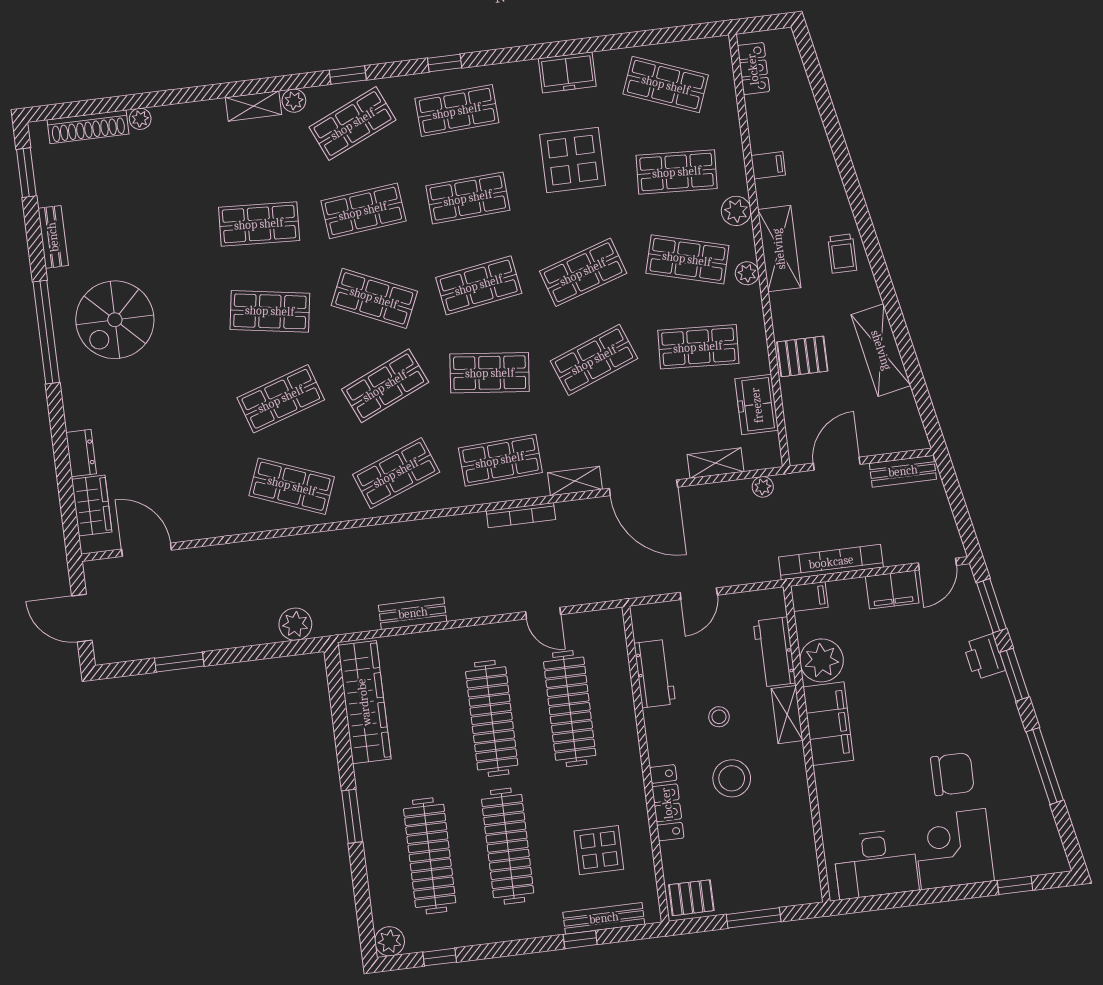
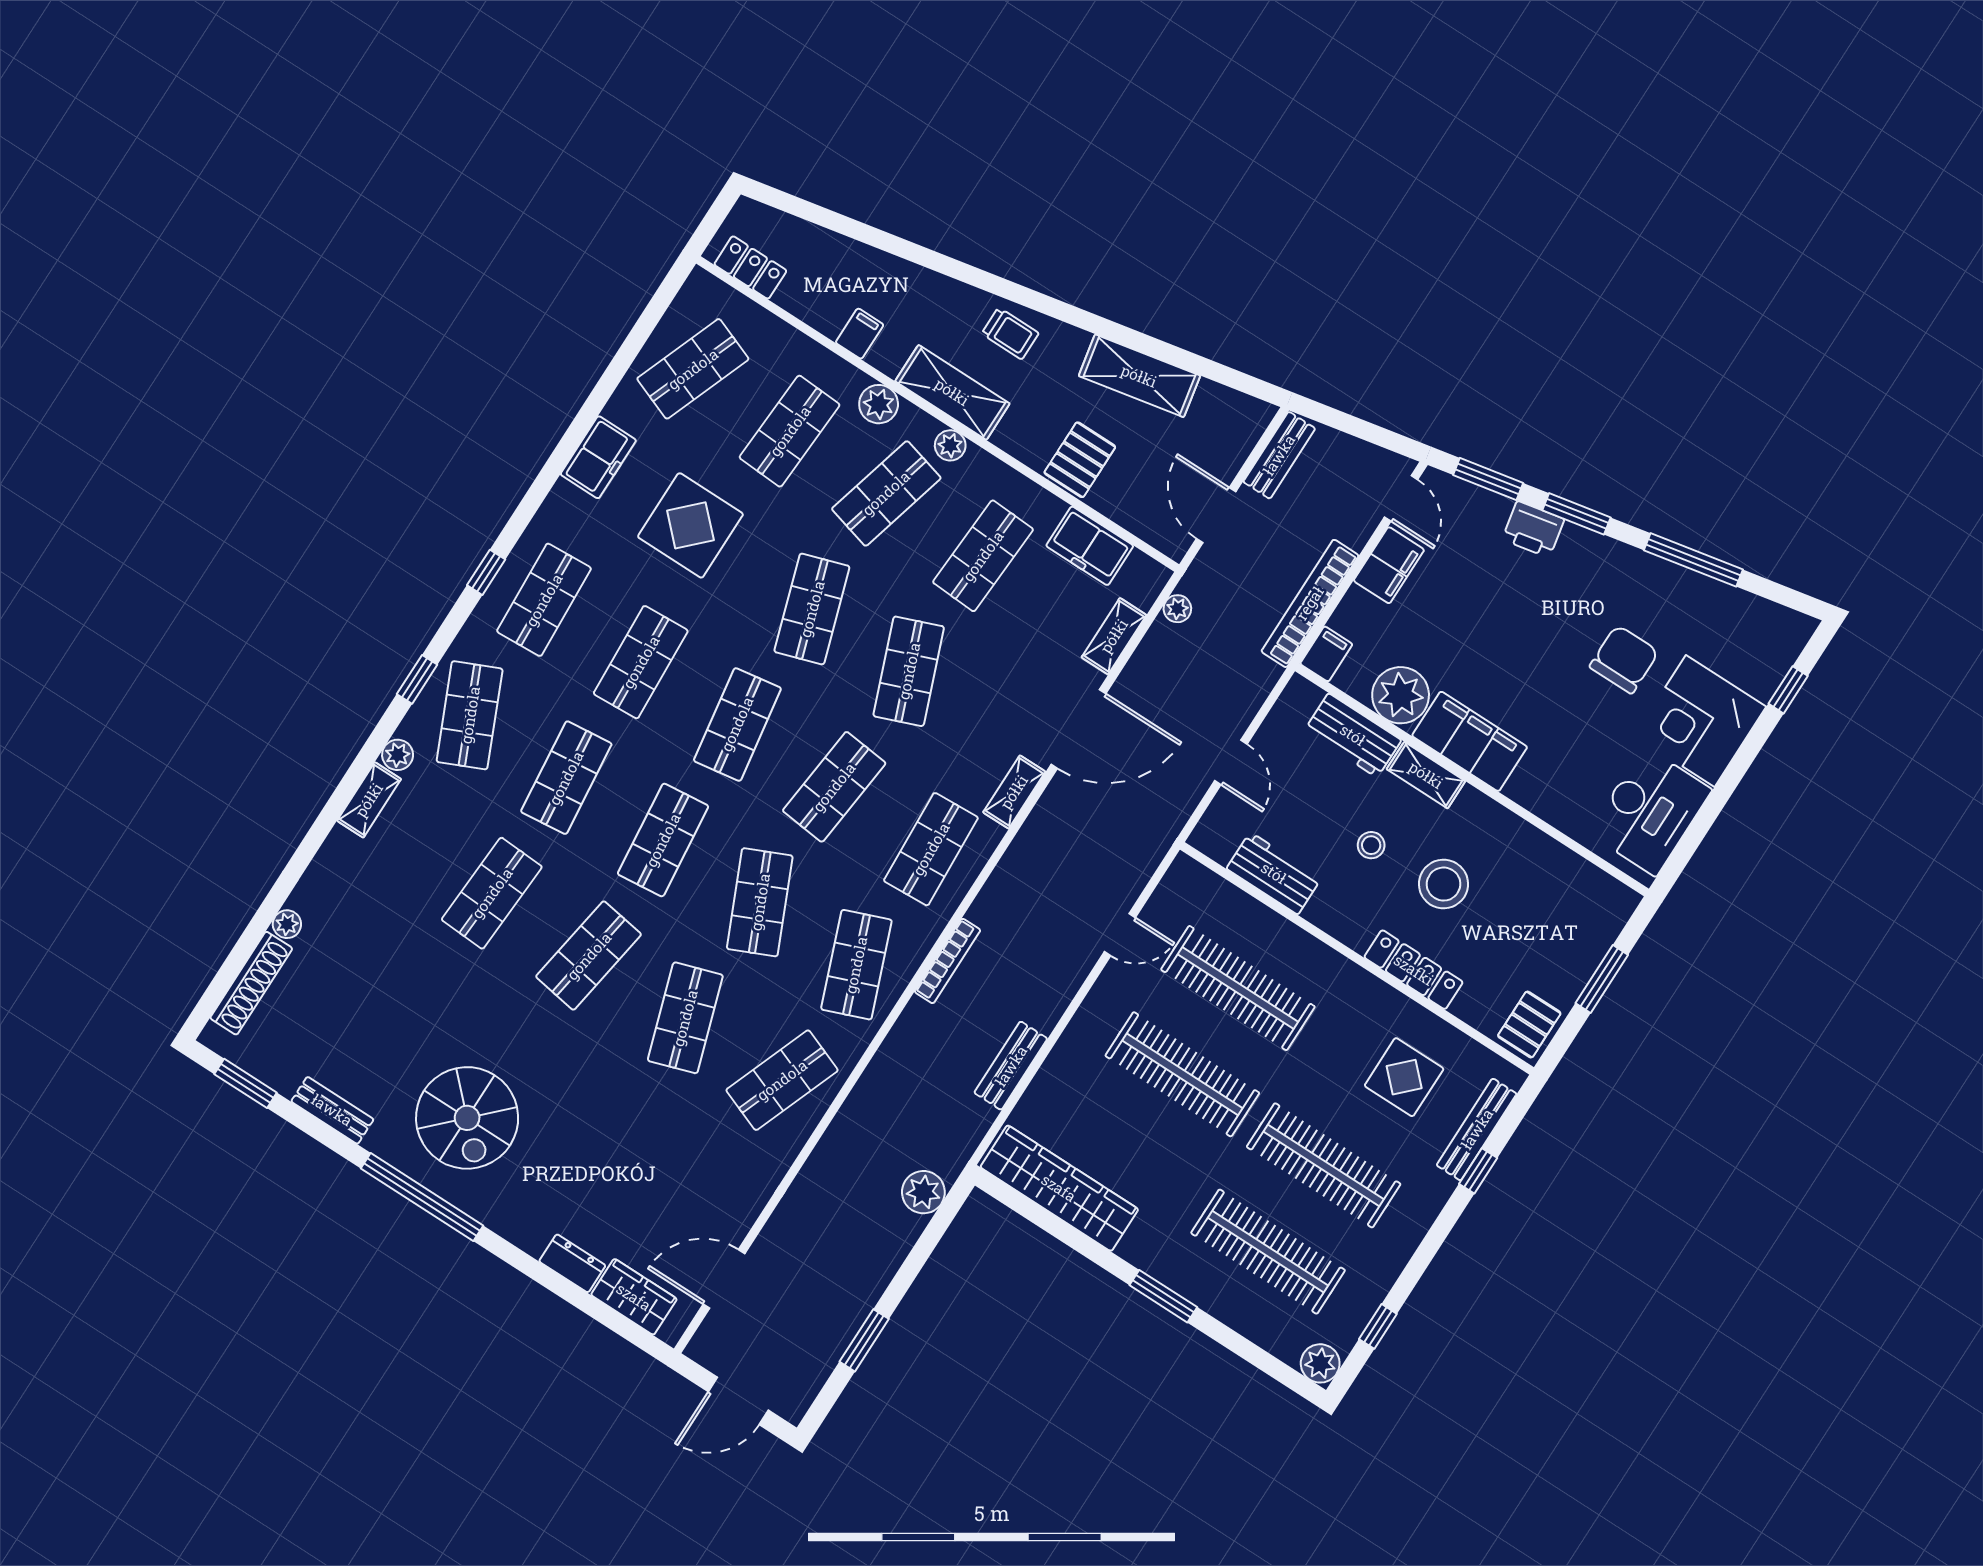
shop shelf: (374, 298) -> (663, 840), turned -30
bookcase: (521, 515) -> (948, 961), moved

